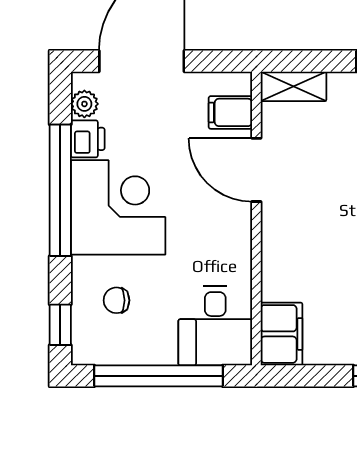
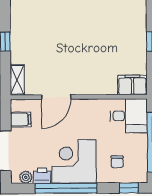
filing cabinet: (230, 112) -> (21, 119), moved, turned -90

